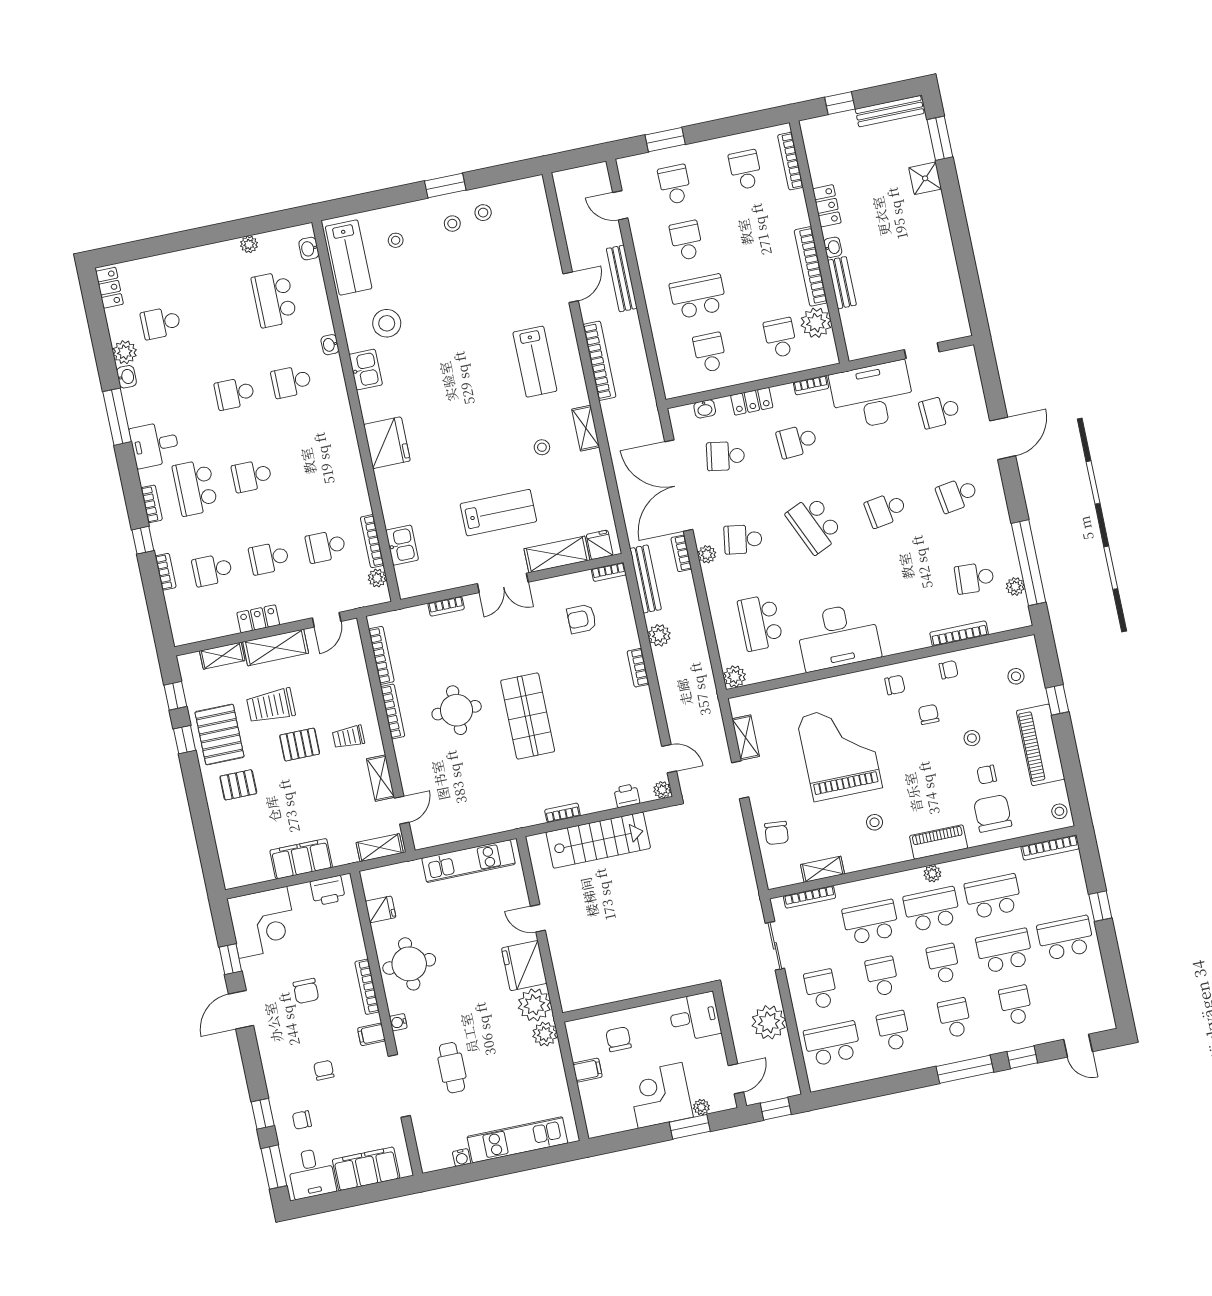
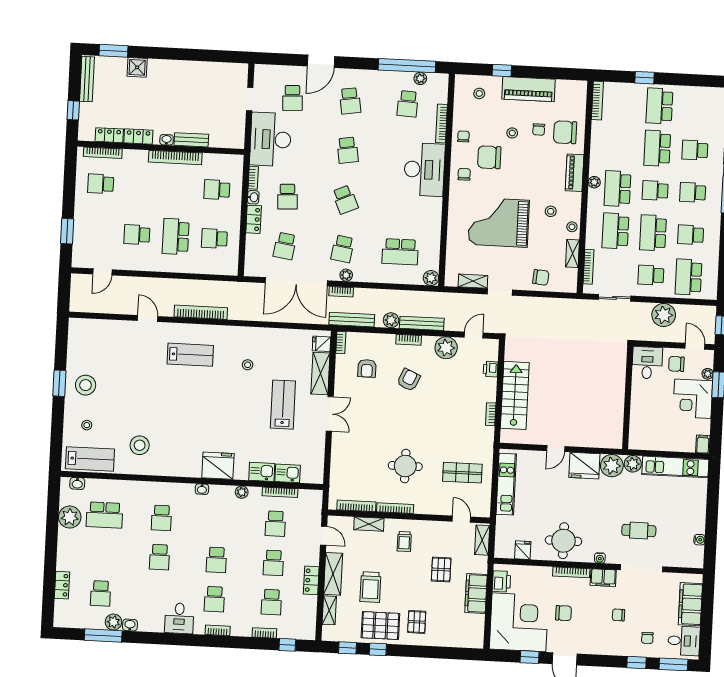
locker: (818, 164) -> (109, 135), added
school desk: (675, 185) -> (98, 233), removed
stool: (483, 213) -> (84, 363), removed
stool: (452, 224) -> (86, 385), width x1.89, depth x1.89
plant: (249, 244) -> (70, 517), width x1.87, depth x1.87
bench: (622, 278) -> (422, 323), moved
locker: (109, 288) -> (62, 585), moved, turned 90
plant: (816, 323) -> (213, 164), removed
washbasin: (330, 345) -> (202, 489), moved
kitchen sink: (366, 370) -> (262, 472), moved
washbasin: (705, 409) -> (253, 197), moved
window: (117, 417) -> (103, 635), moved
shelving: (586, 428) -> (243, 333), removed
door: (1003, 438) -> (321, 61), swing flipped
school desk: (195, 488) -> (214, 599), width x0.54
school desk: (814, 524) -> (345, 200), width x0.54
window: (143, 540) -> (287, 645), moved
plant: (377, 578) -> (242, 492), moved
bookcase: (446, 606) -> (335, 455), removed
desk: (838, 637) -> (424, 170), moved
armchair: (581, 683) -> (409, 380), added
chair: (929, 714) -> (489, 157), width x1.87, depth x1.87
shop shelf: (528, 716) -> (462, 473), moved, width x0.70, depth x0.74
pallet: (300, 745) -> (441, 569), moved
shelving: (381, 778) -> (369, 524), moved
plant: (662, 790) -> (446, 348), moved, width x1.88, depth x1.88
stool: (1059, 811) -> (572, 227), moved
school desk: (993, 896) -> (620, 146), removed
corner desk: (263, 922) -> (519, 622), width x1.36, depth x1.36
school desk: (882, 976) -> (653, 233), width x1.85
filing cabinet: (371, 1034) -> (603, 578), width x2.00
chair: (619, 1039) -> (676, 364), moved
filing cabinet: (587, 1070) -> (703, 444), moved
kitchen unit: (517, 1140) -> (675, 467), moved, turned -90

